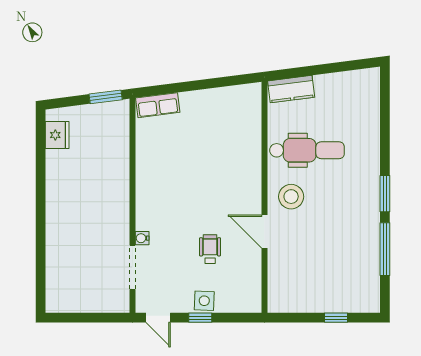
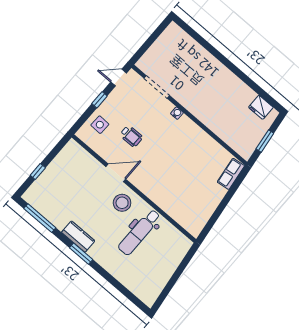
kitchen counter: (291, 89) -> (78, 237), moved, turned 97
window: (106, 97) -> (265, 141), moved
water cooler: (142, 238) -> (177, 113), moved
window: (385, 249) -> (40, 218), moved
side table: (204, 301) -> (100, 125), moved

